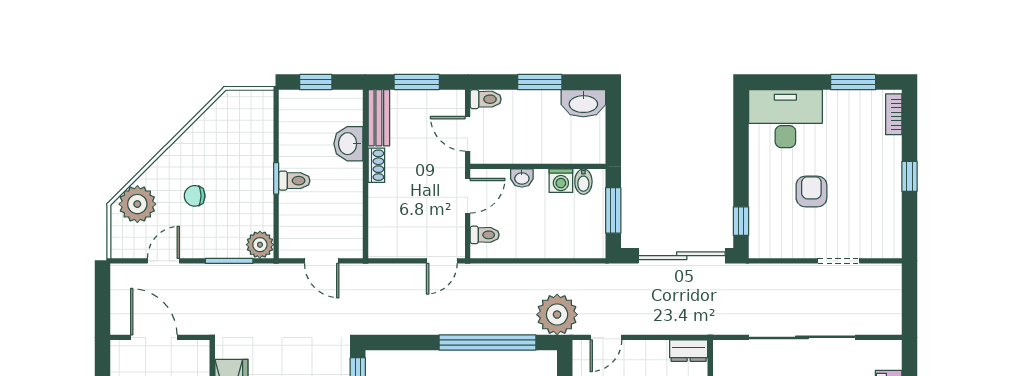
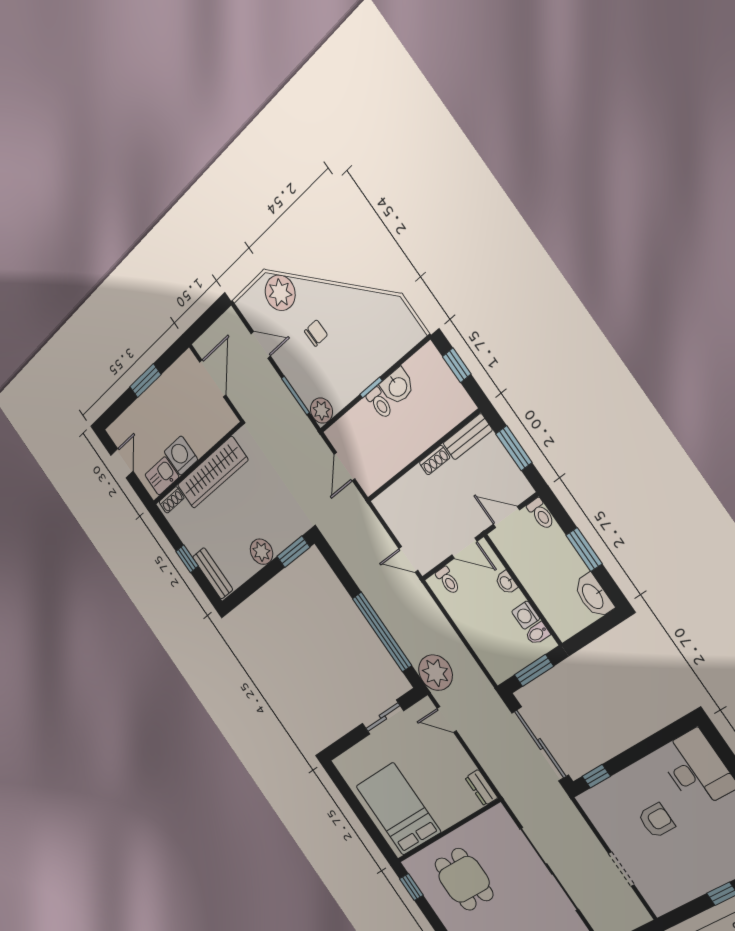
door: (468, 134) -> (506, 517), hinge flipped
washbasin: (348, 144) -> (397, 386), moved, turned 180
chair: (195, 196) -> (316, 333), turned 89

